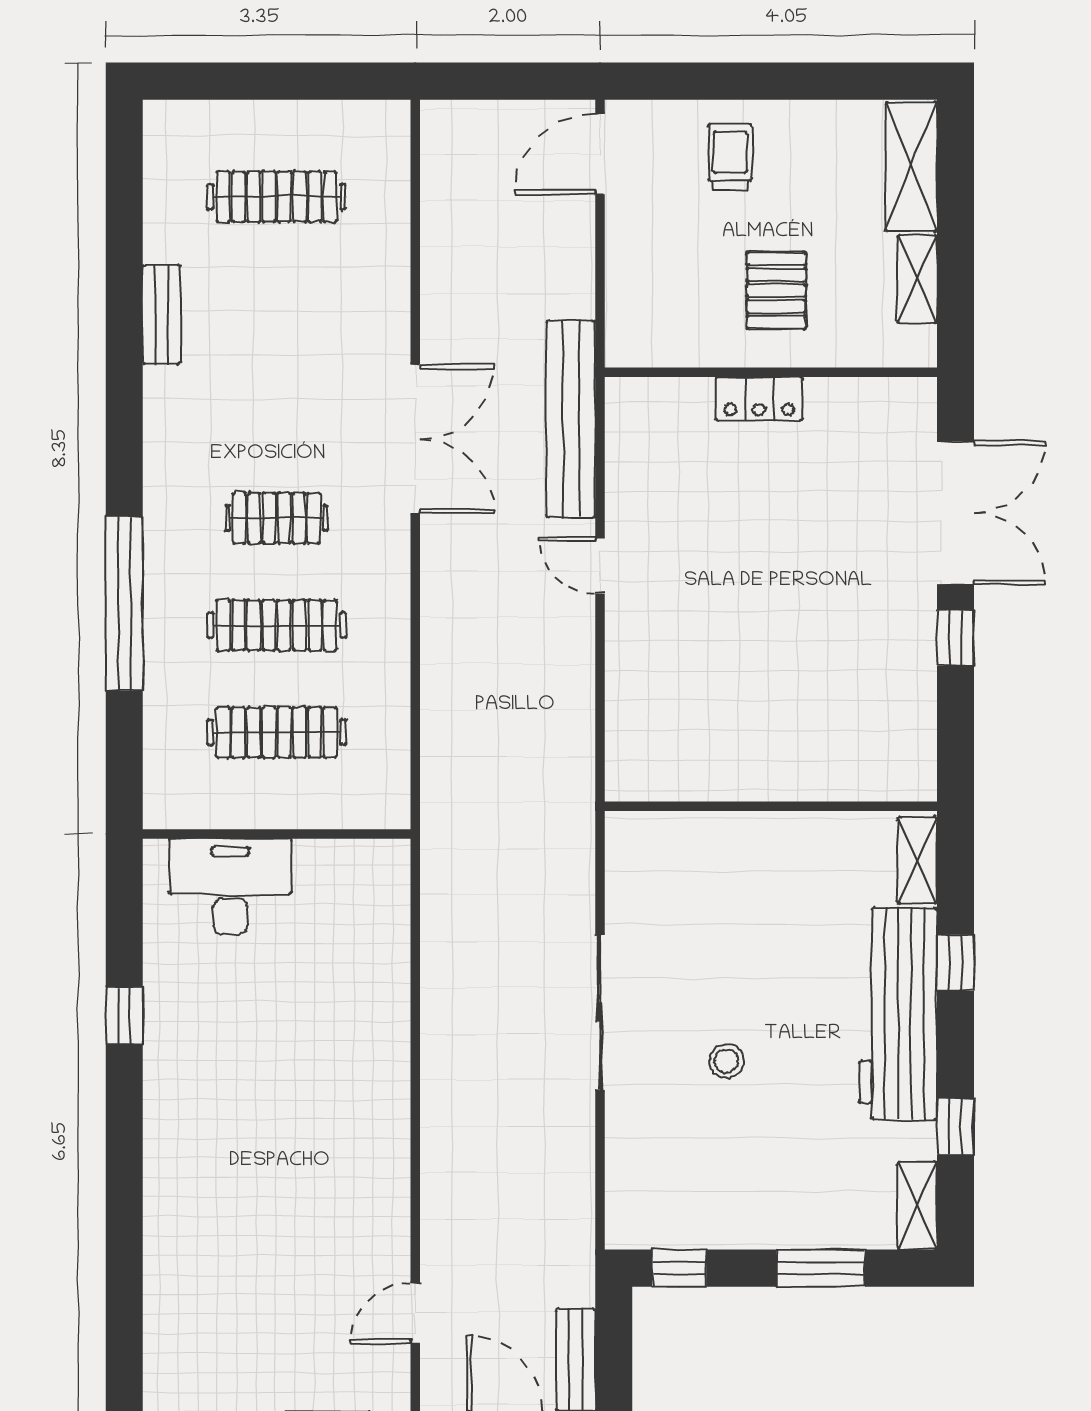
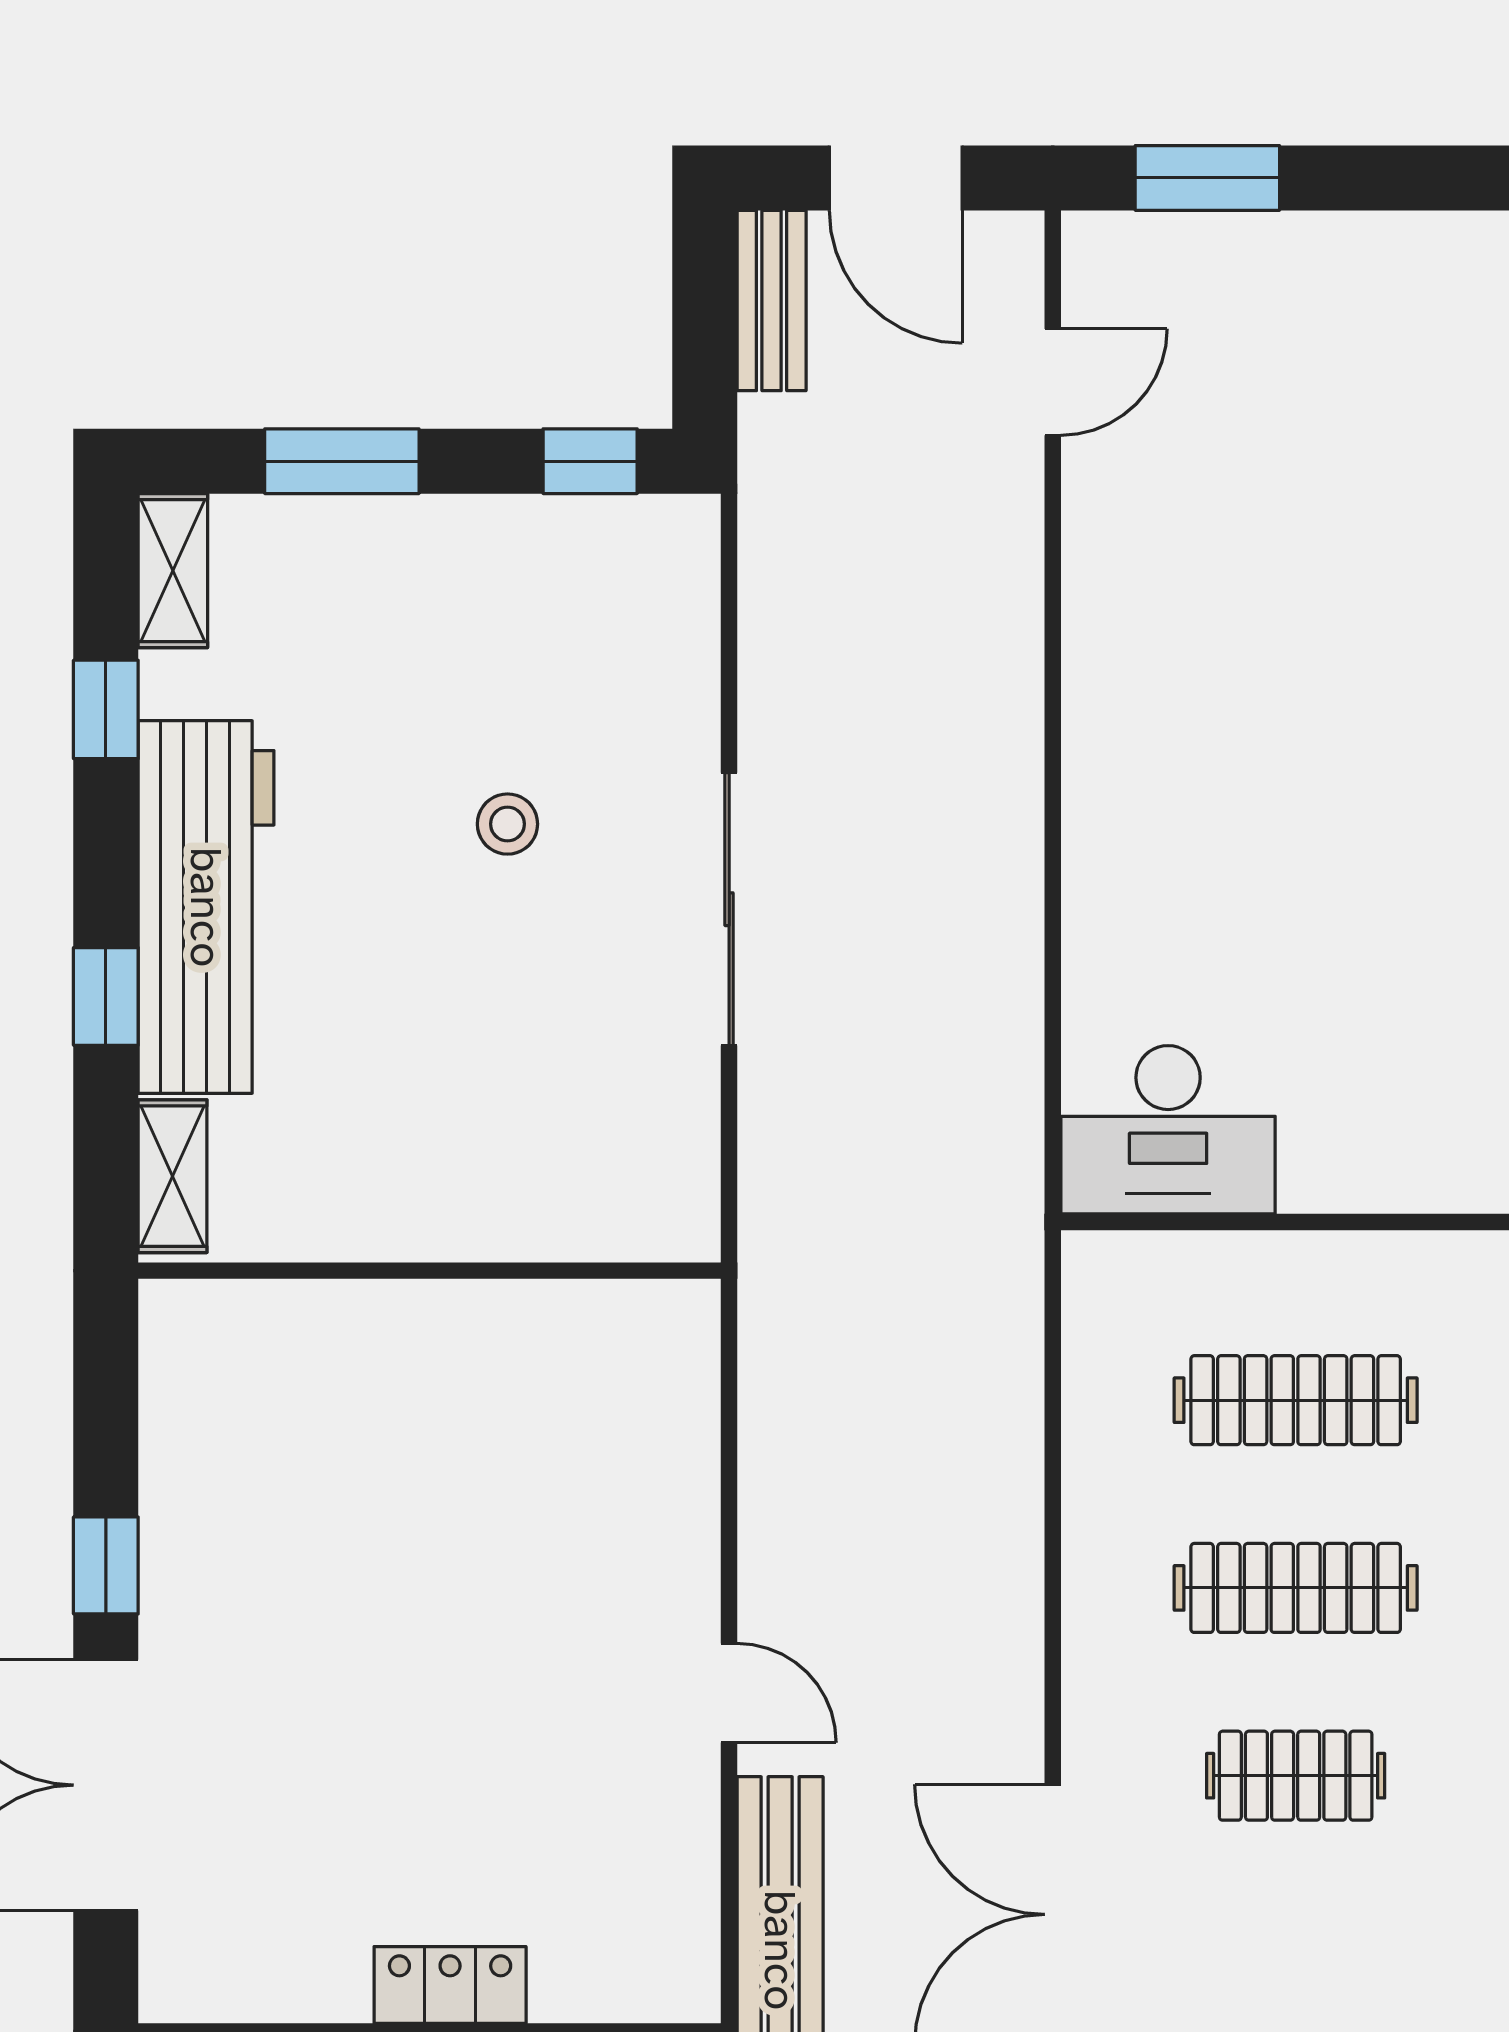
desk: (230, 887) -> (1168, 1130), moved

